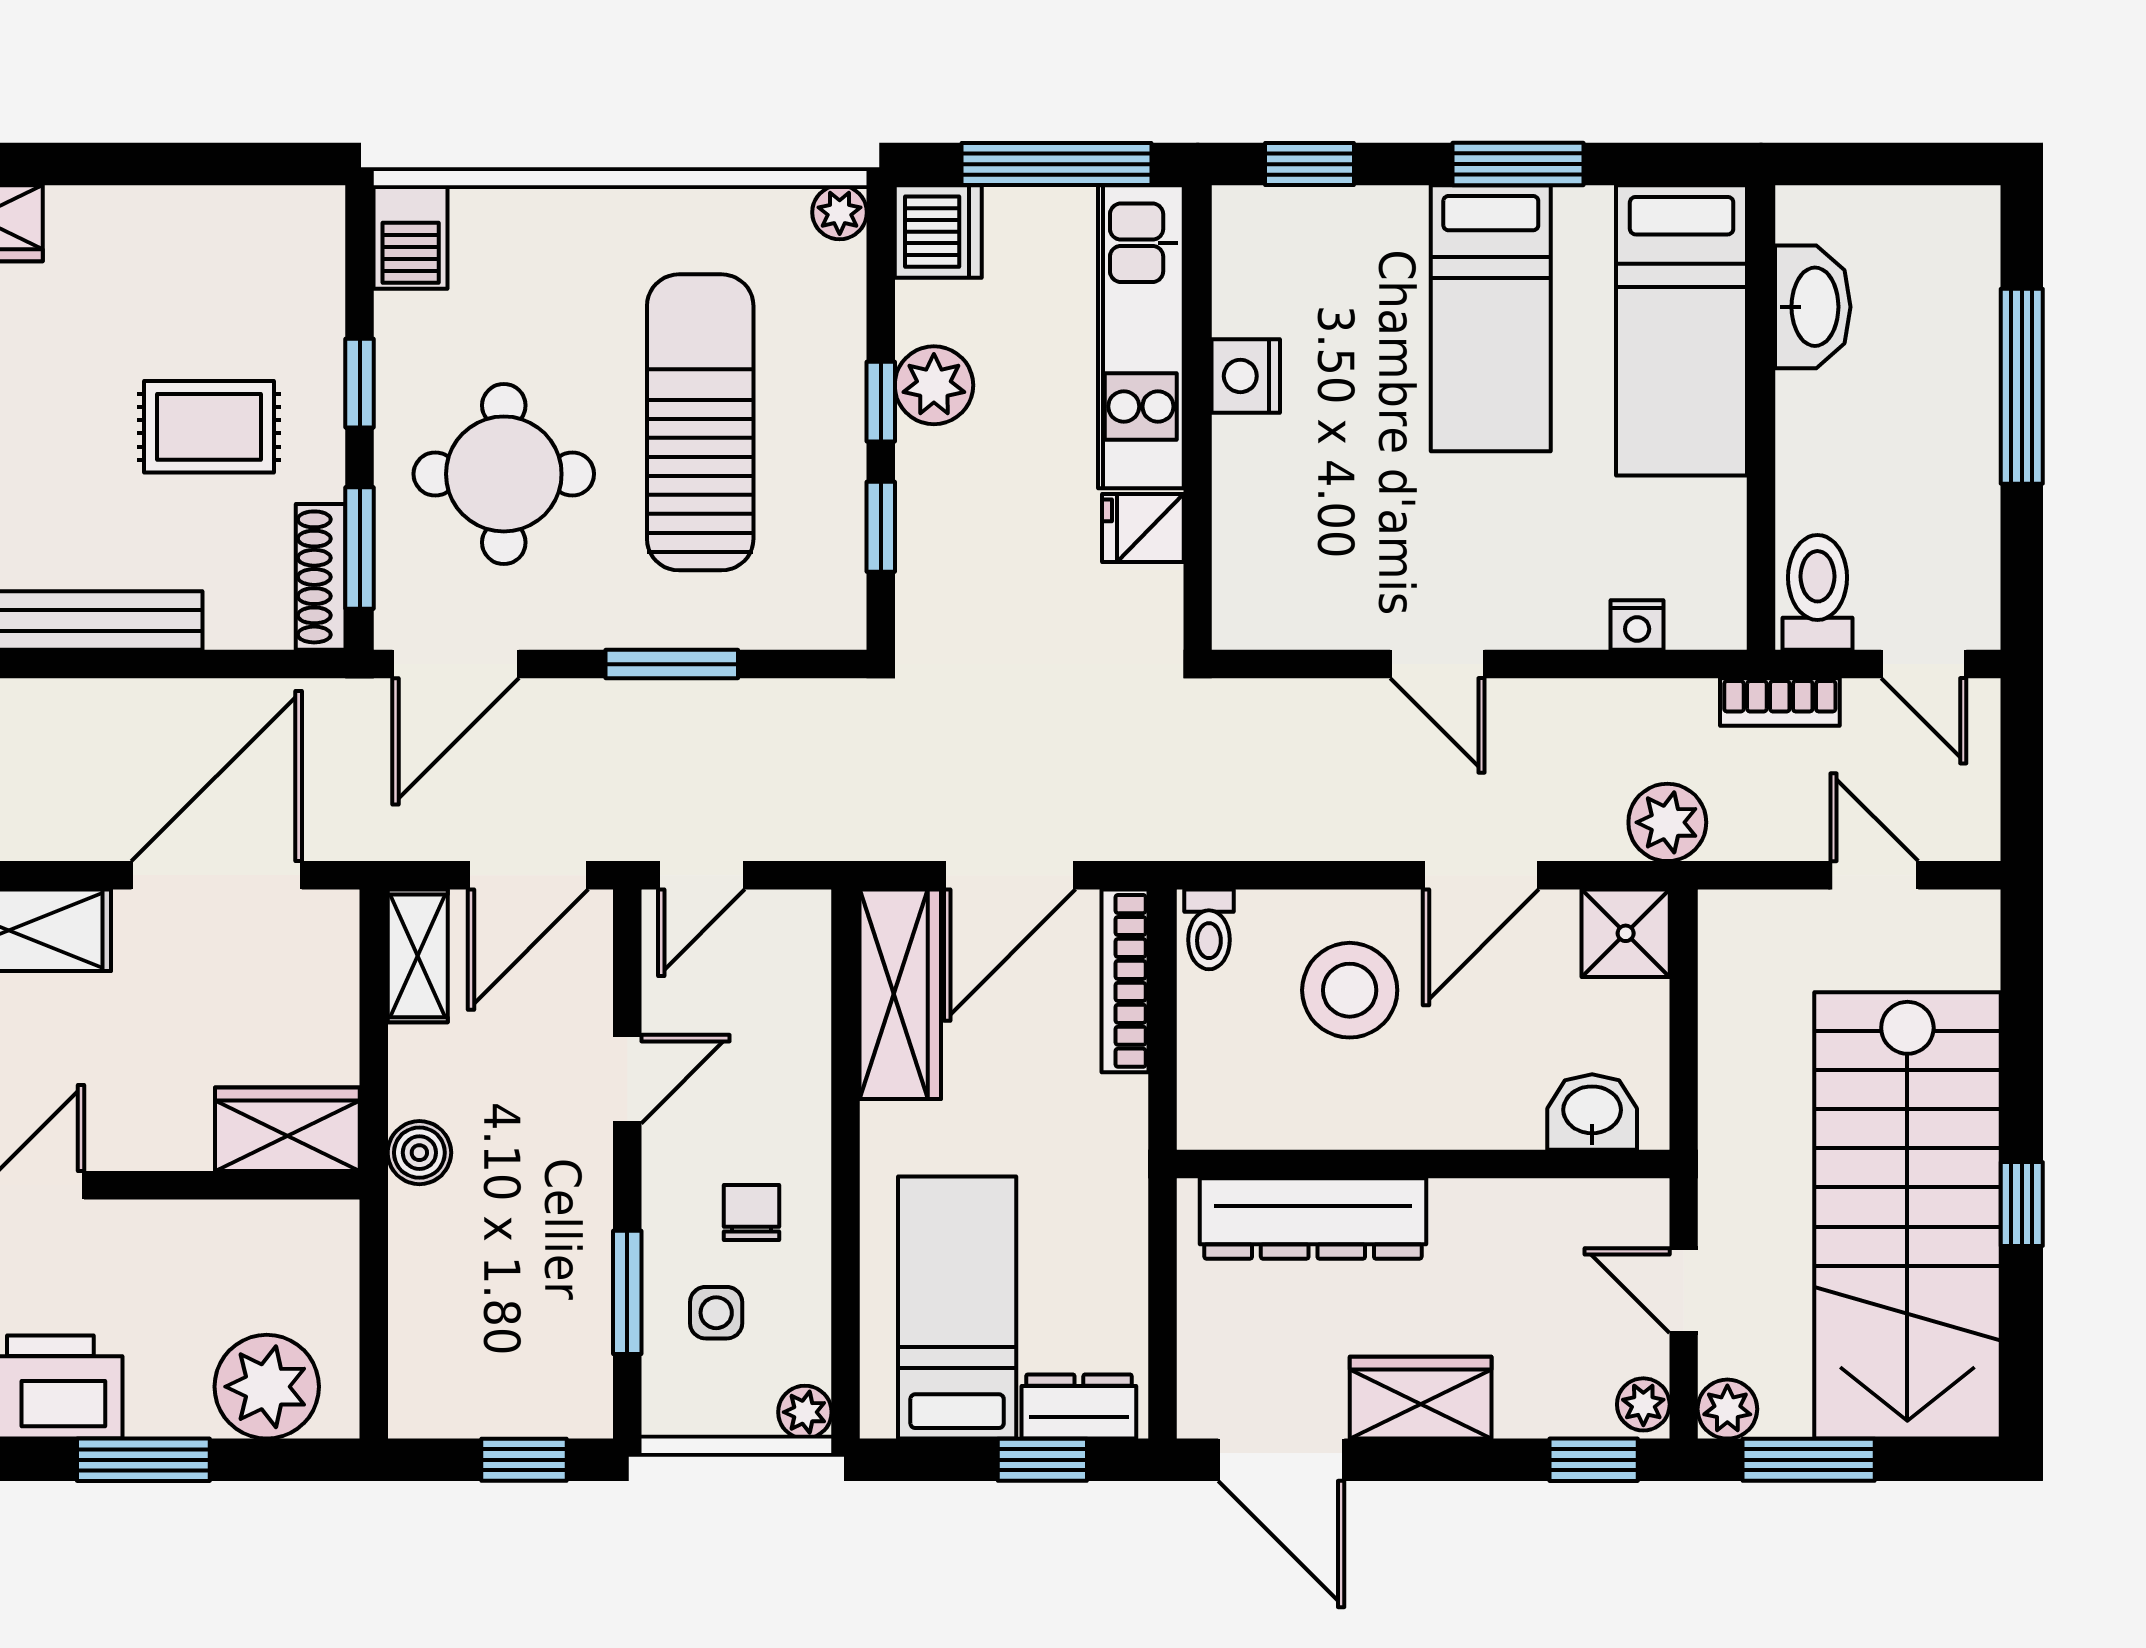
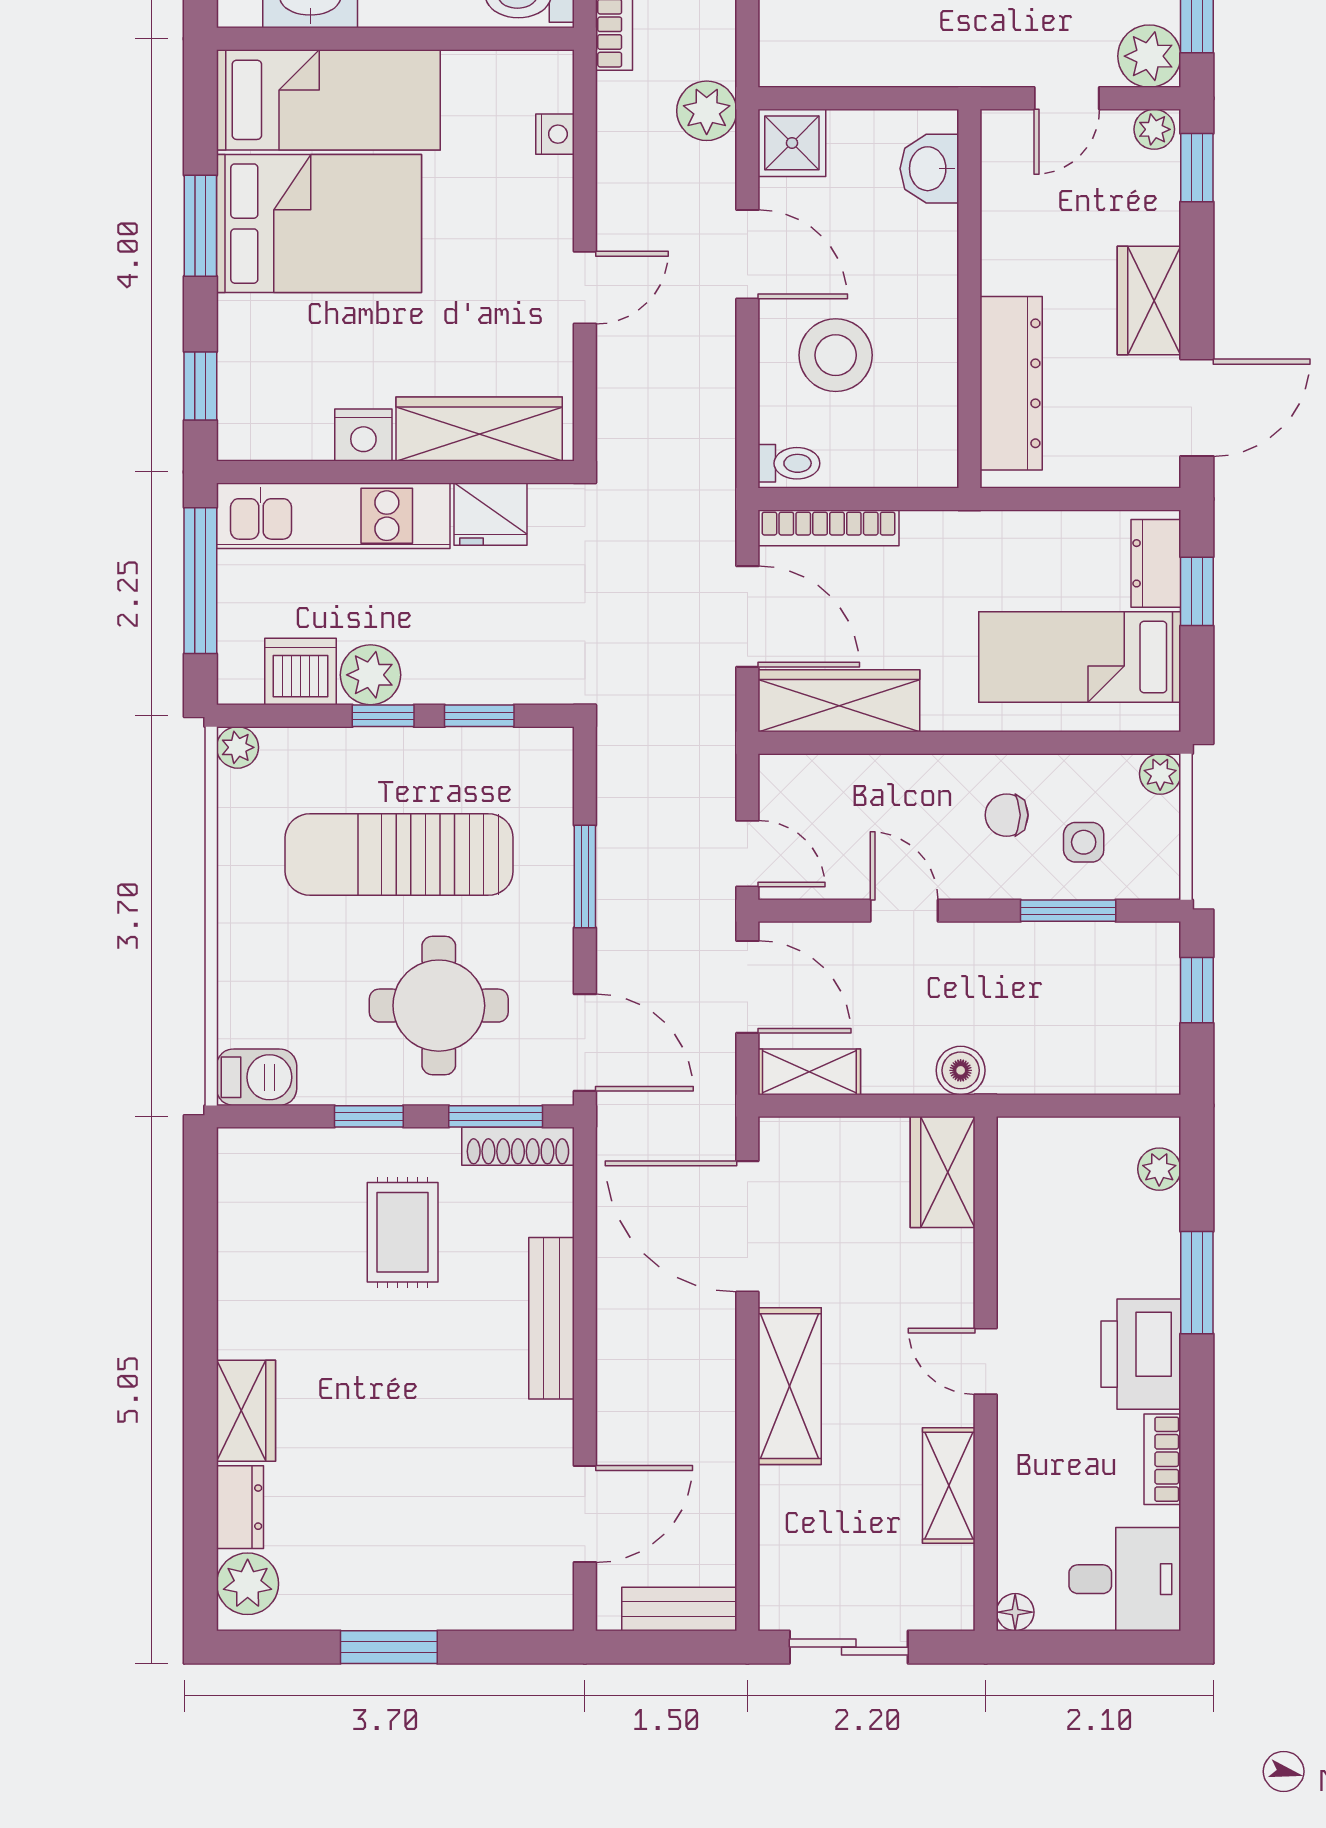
dishwasher: (938, 232) -> (300, 671), moved
bed: (1491, 318) -> (319, 224), width x1.50
wardrobe: (1253, 527) -> (479, 429), added
fridge: (1143, 528) -> (490, 514), width x1.38
plant: (267, 1387) -> (1159, 1169), width x0.53, depth x0.53
plant: (1727, 1409) -> (1149, 56), width x1.38, depth x1.38

